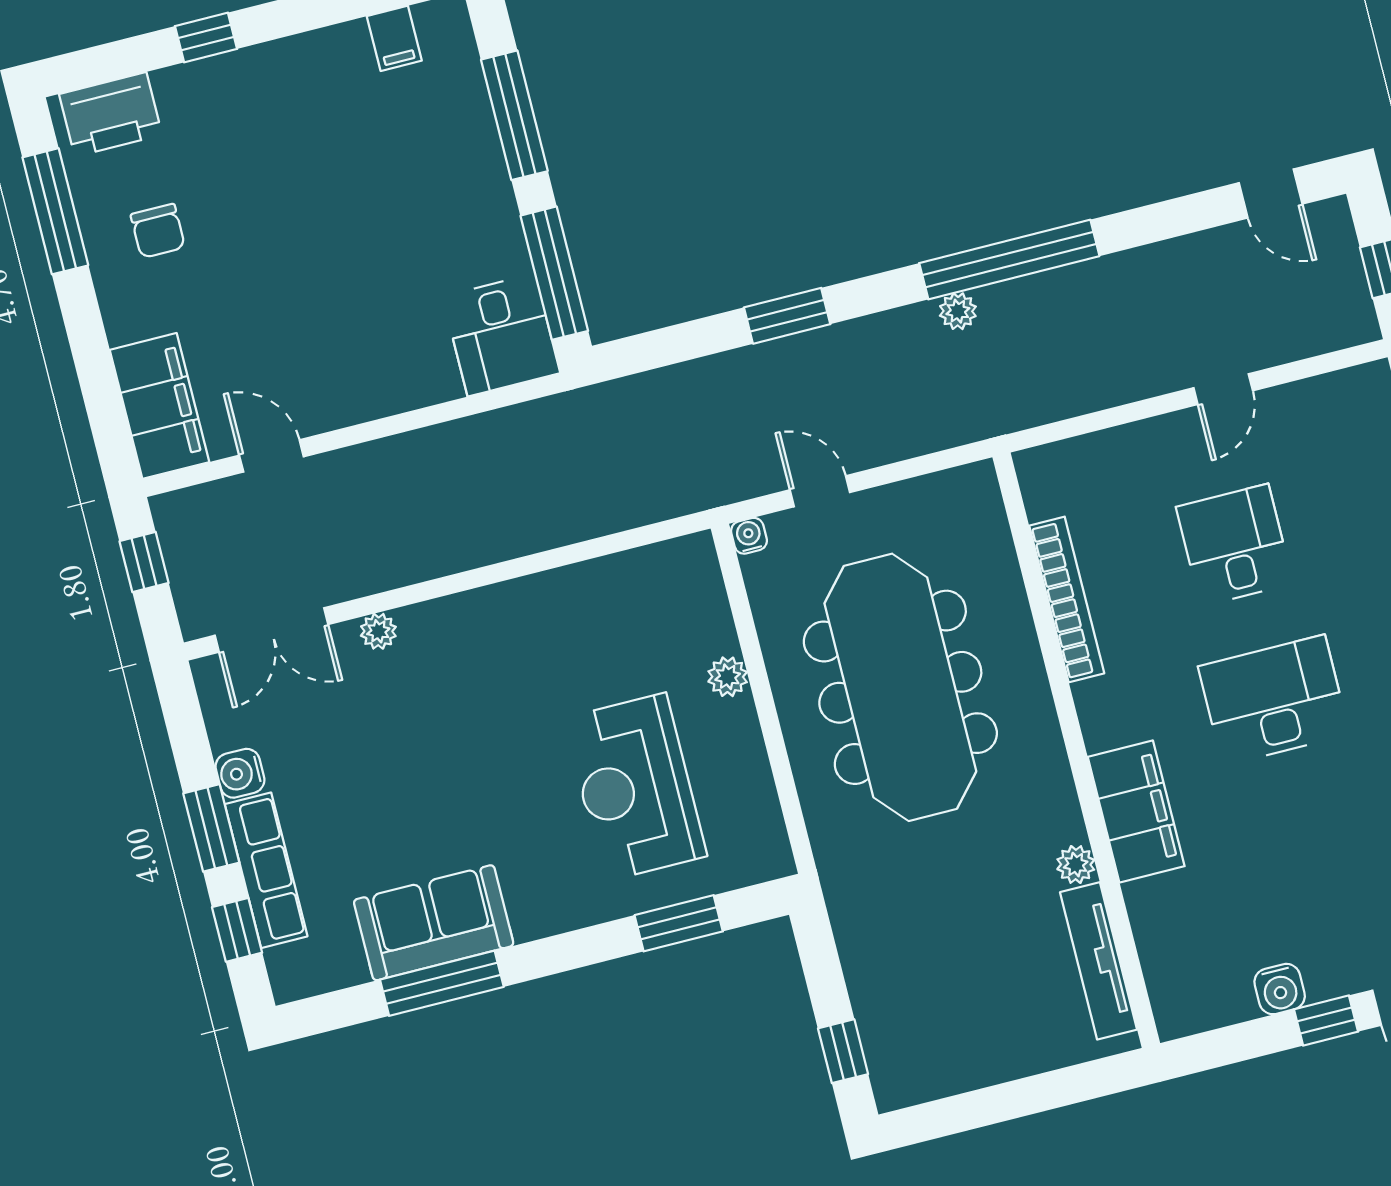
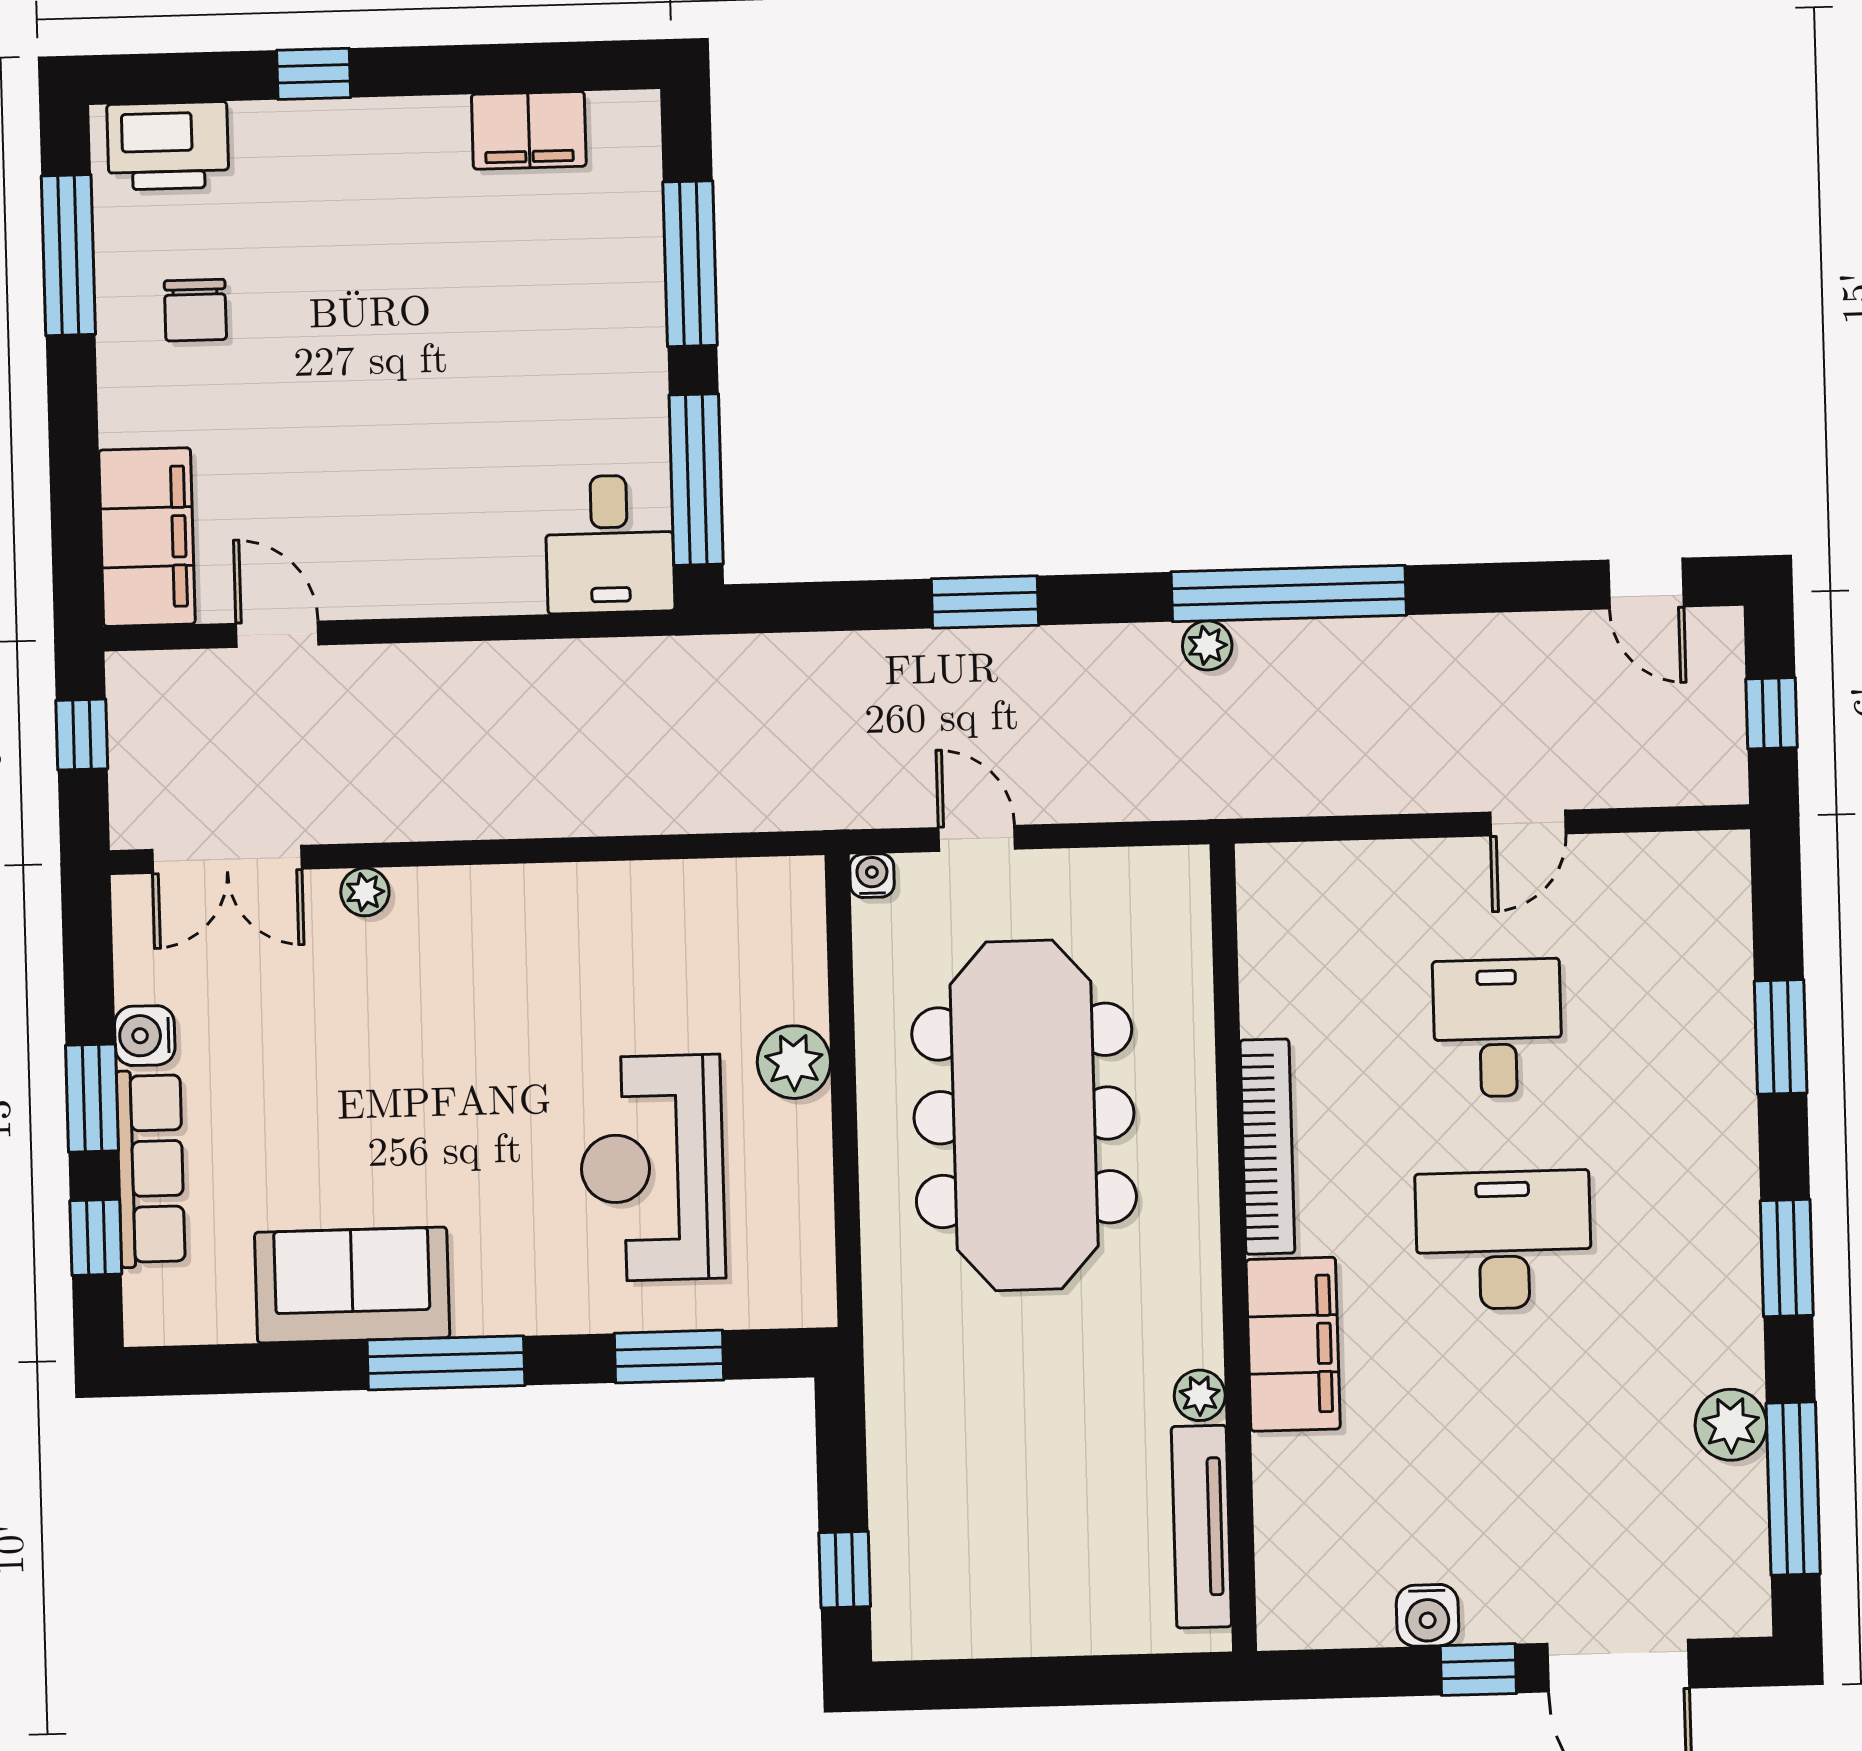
filing cabinet: (394, 38) -> (529, 130), width x2.00
bookcase: (1067, 600) -> (1267, 1147), moved
plant: (728, 677) -> (794, 1062), width x1.38, depth x1.38
window: (442, 983) -> (446, 1363), moved

